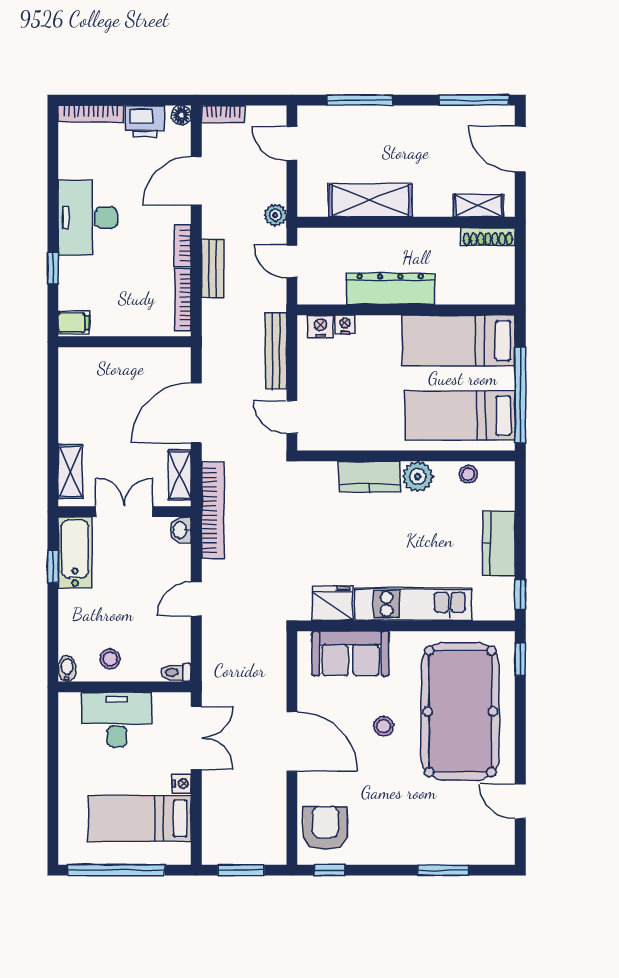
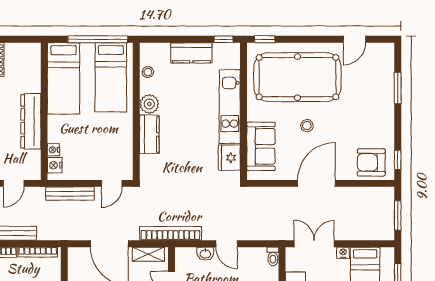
washbasin: (180, 530) -> (205, 254), moved

